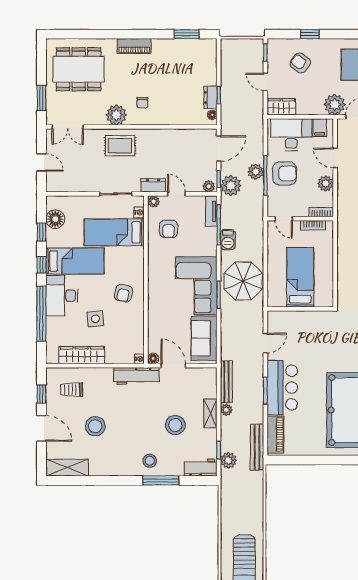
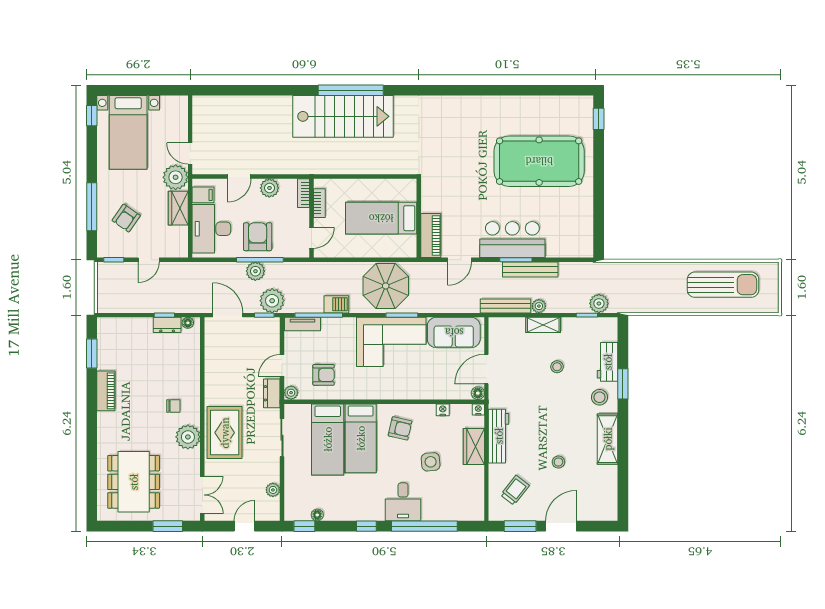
window: (310, 34) -> (92, 207), width x2.17
piano: (134, 46) -> (106, 391), moved
wardrobe: (281, 107) -> (178, 208), moved
rug: (120, 146) -> (225, 433), width x1.36, depth x1.43
plant: (209, 186) -> (273, 490), moved
nightstand: (139, 212) -> (443, 410), moved
floor lamp: (55, 219) -> (317, 515), width x0.53, depth x0.53
window: (41, 232) -> (304, 526), moved
bed: (75, 261) -> (361, 438), moved, turned 180
desk: (62, 296) -> (403, 502), width x0.73
door: (265, 343) -> (460, 260), swing flipped
wardrobe: (82, 355) -> (474, 446), moved, width x0.67
workbench: (136, 376) -> (499, 436), moved
trolley: (72, 390) -> (515, 490), turned -142
window: (41, 394) -> (520, 526), width x1.50
stool: (175, 425) -> (557, 367), width x0.53, depth x0.53
stool: (95, 426) -> (558, 462), width x0.53, depth x0.53
piano: (275, 435) -> (431, 236), moved, turned 90
bench: (257, 447) -> (530, 270), moved
shelving: (67, 468) -> (608, 439), moved
workbench: (201, 468) -> (608, 362), moved
window: (161, 480) -> (623, 384), width x0.69

